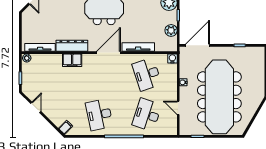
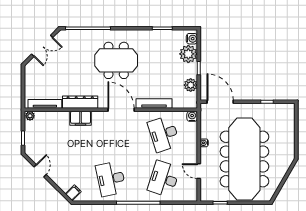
door: (198, 45) -> (220, 102), hinge flipped
door: (109, 53) -> (121, 110), hinge flipped

